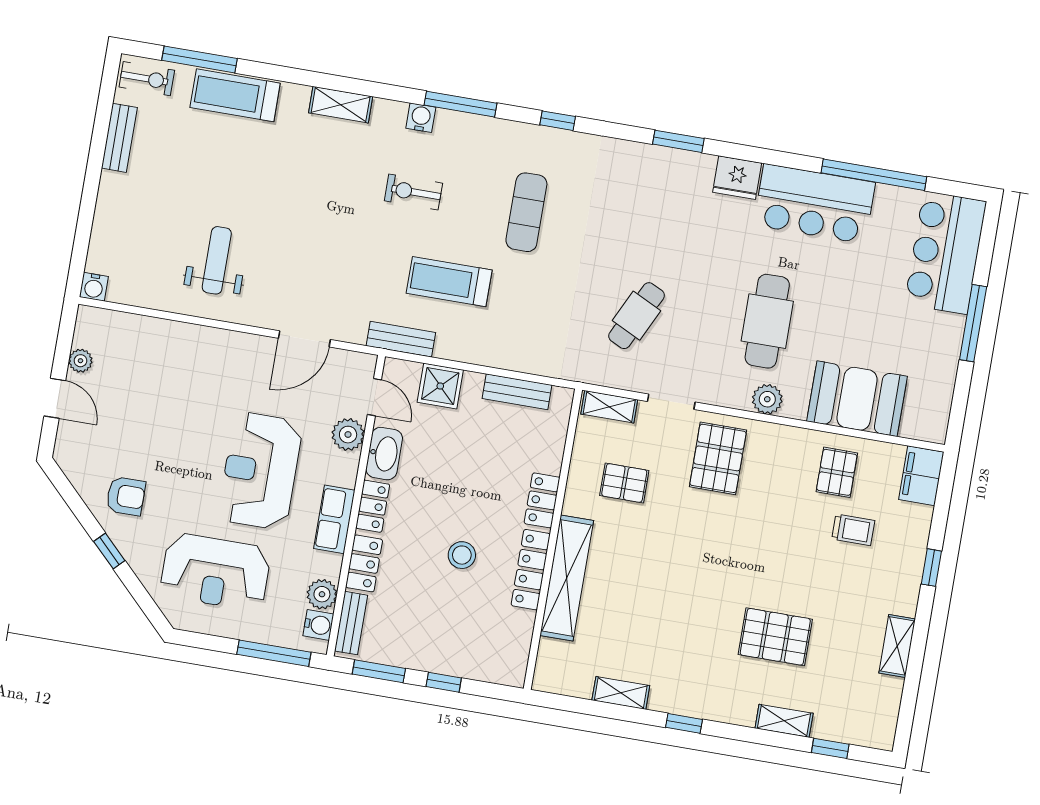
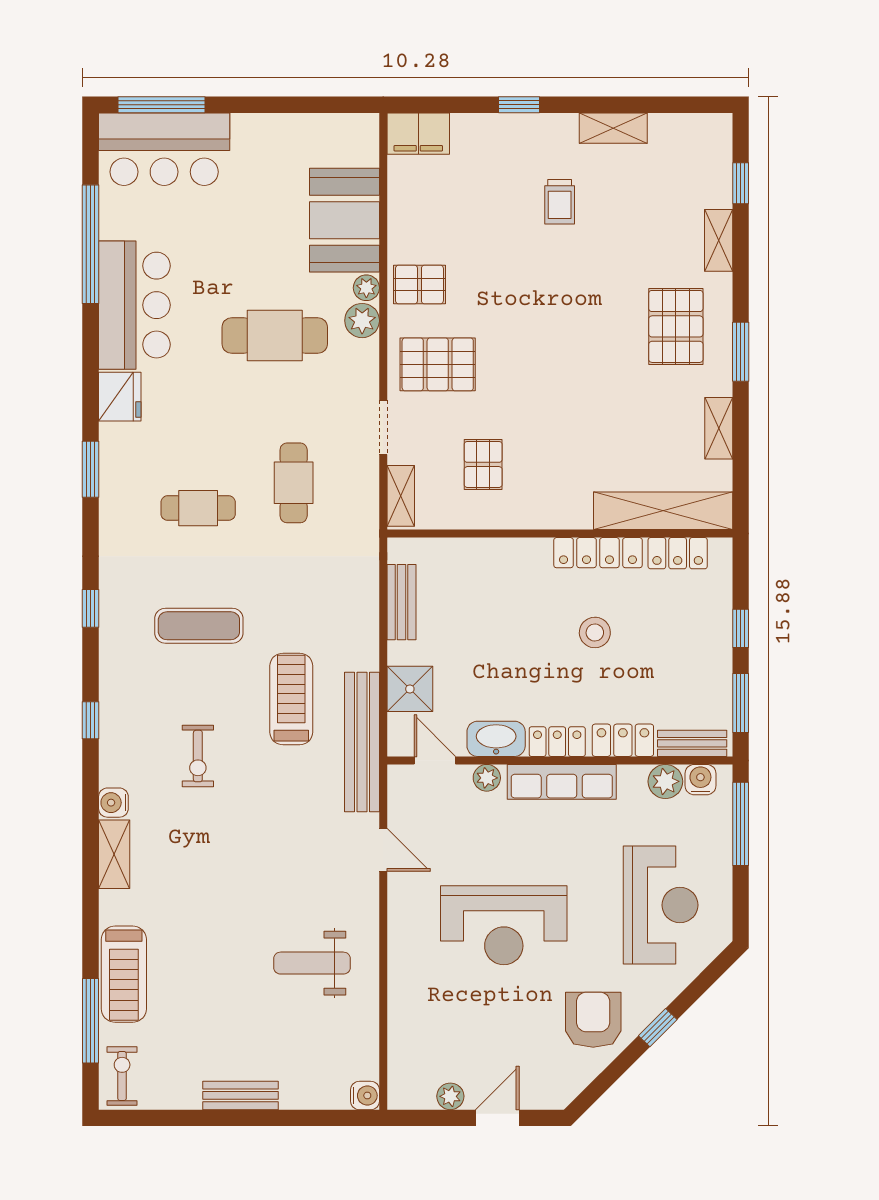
window: (460, 104) -> (91, 720), width x0.46
water cooler: (421, 118) -> (113, 803), moved
bench: (119, 138) -> (241, 1095), moved
cafe table: (629, 229) -> (198, 508), added
treadmill: (449, 282) -> (291, 699), turned 180
cafe table: (637, 316) -> (294, 483), turned 64
window: (973, 323) -> (162, 105), moved
door: (304, 339) -> (383, 850), width x0.73
bench: (401, 339) -> (362, 742), width x1.86, depth x1.21
door: (374, 397) -> (435, 760), hinge flipped
plant: (795, 408) -> (366, 288), added
plant: (348, 435) -> (487, 778), width x0.73, depth x0.73
reception desk: (260, 471) -> (504, 925), moved
pallet: (837, 472) -> (419, 284), moved
armchair: (126, 496) -> (593, 1020), width x1.38, depth x1.38
locker: (542, 500) -> (678, 553), moved
row of seats: (334, 519) -> (562, 782), width x1.48
trolley: (853, 530) -> (560, 202), moved, turned 180
shelving: (567, 578) -> (663, 511), moved
pallet: (775, 637) -> (676, 326), moved
window: (684, 723) -> (741, 352), width x1.50

